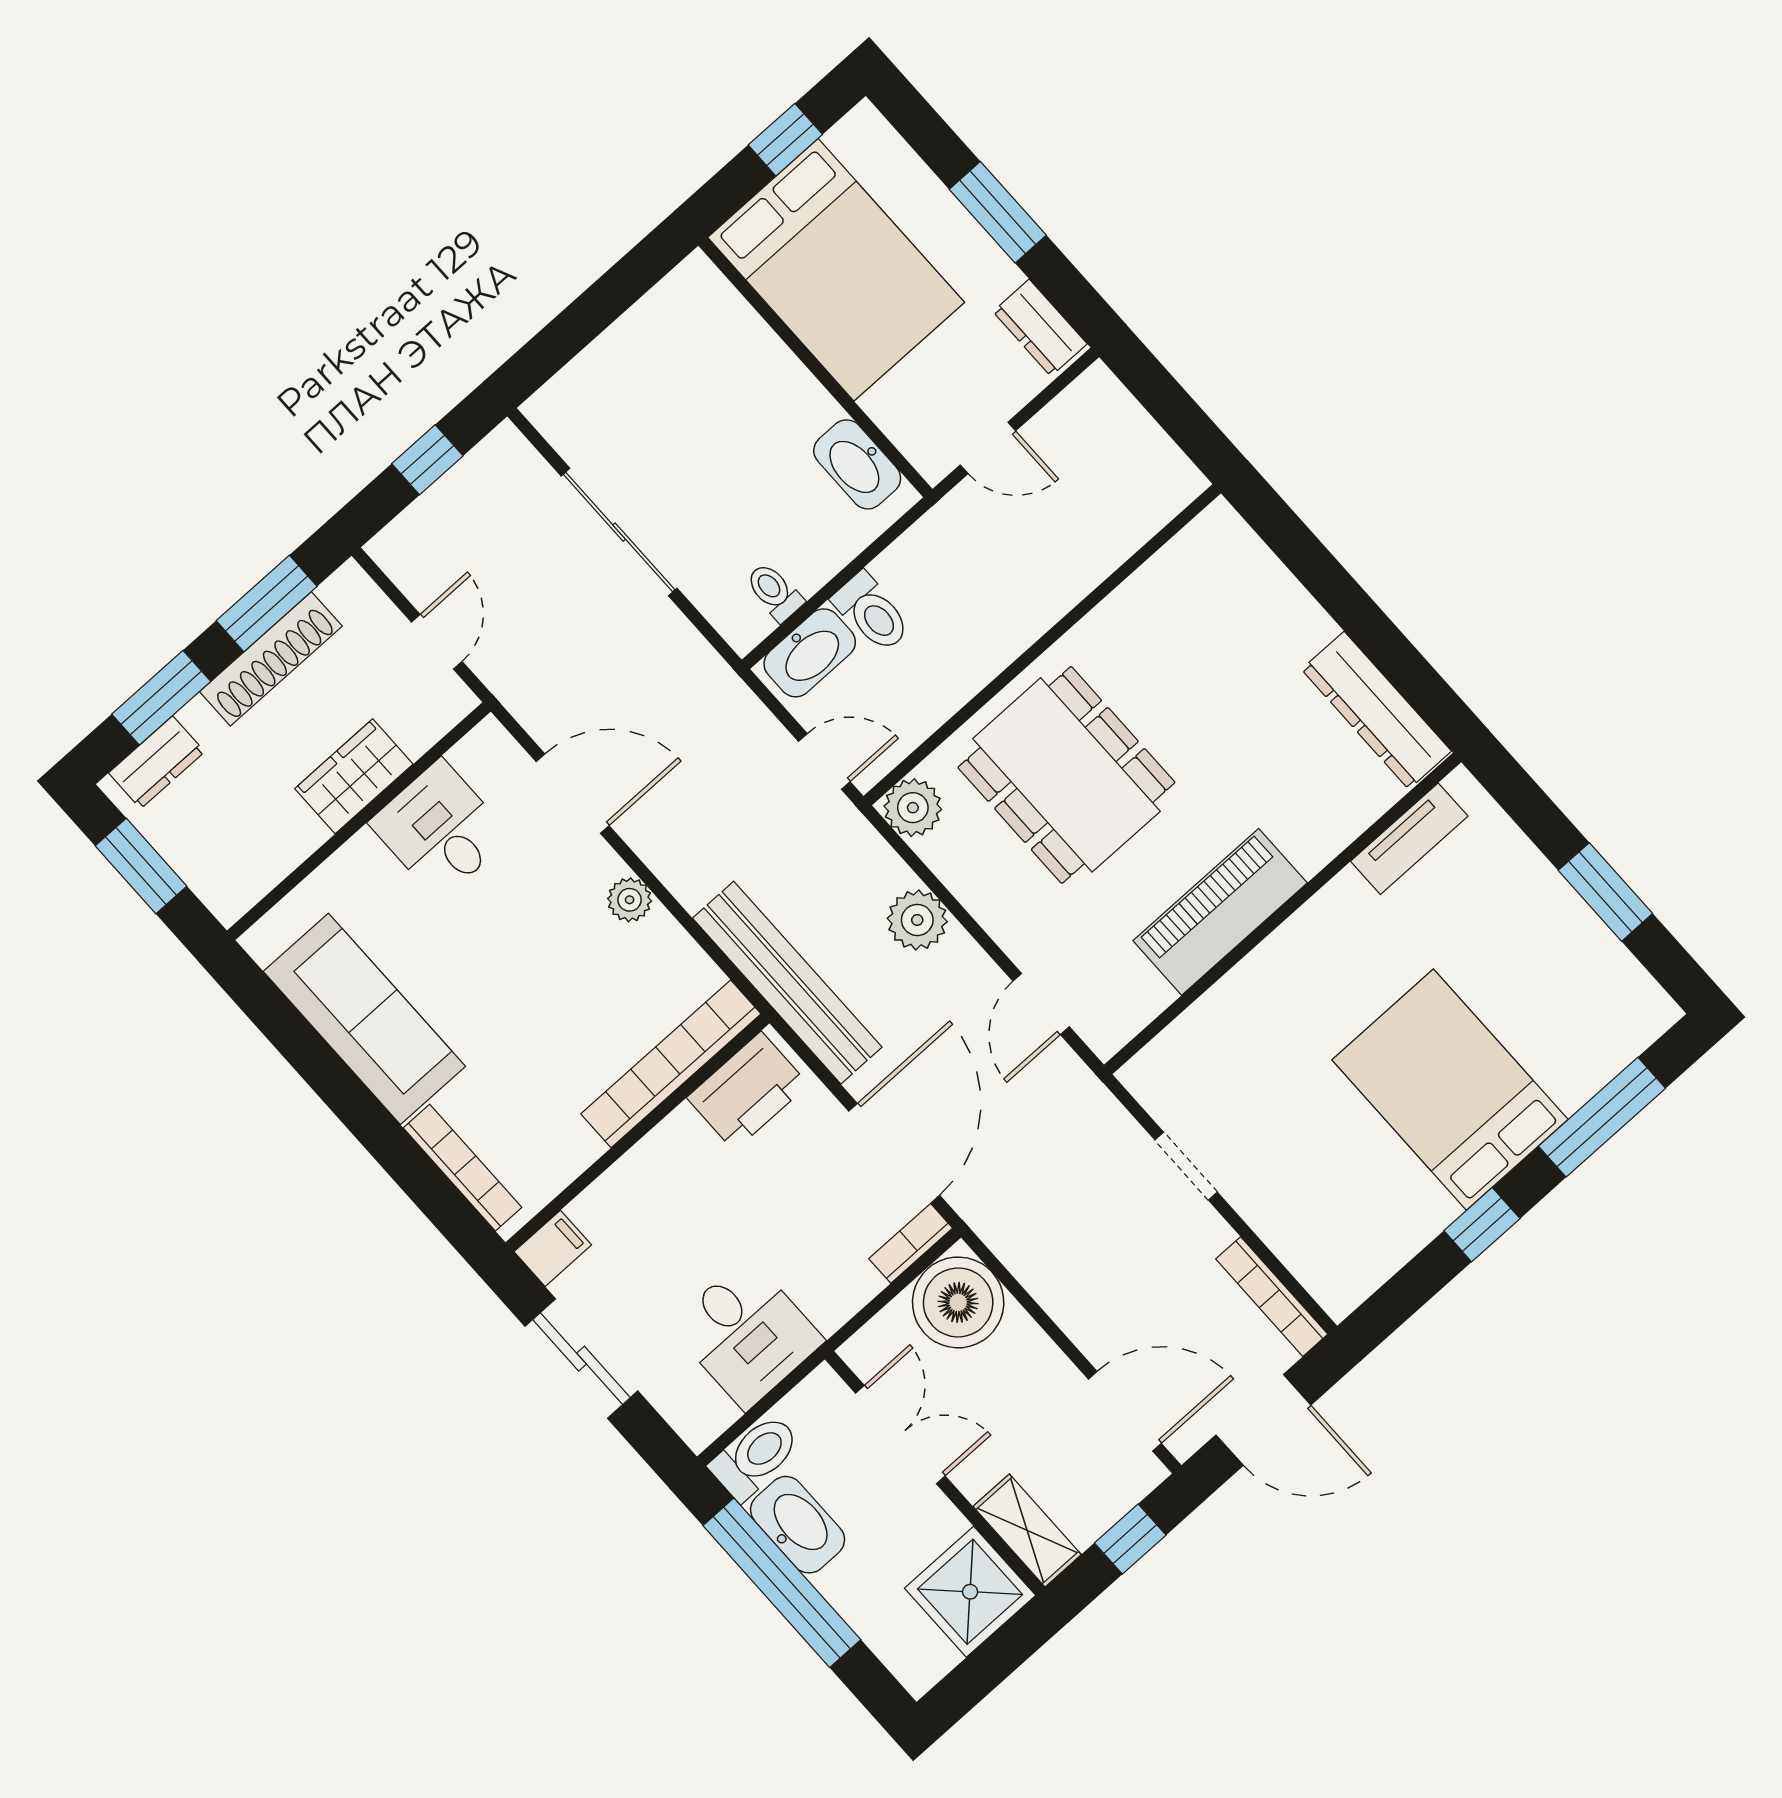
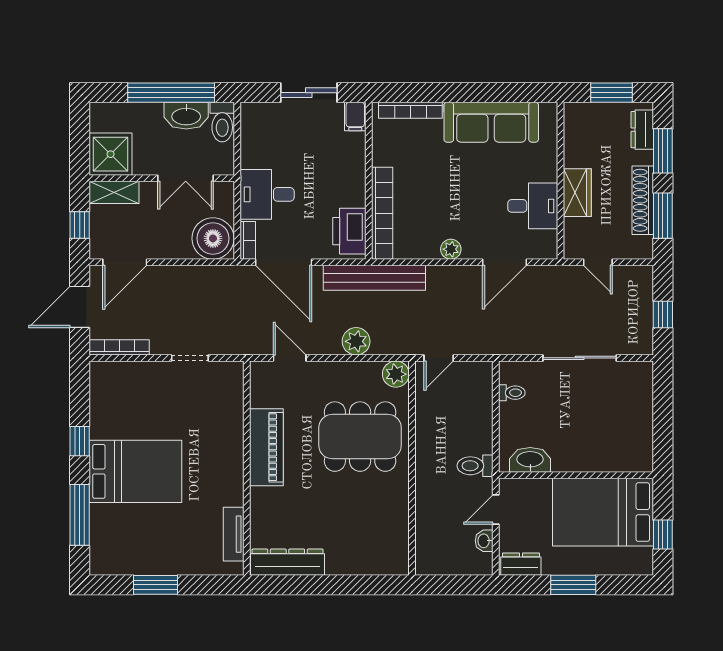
toilet: (872, 612) -> (475, 466), moved
washbasin: (810, 653) -> (484, 541), moved, width x0.52, depth x0.69
desk: (747, 1333) -> (267, 194), moved

